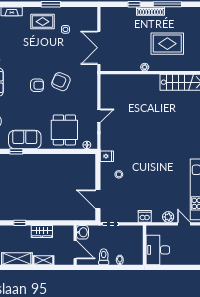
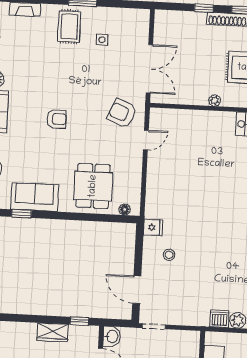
rug: (43, 22) -> (69, 27), turned 90
double door: (99, 48) -> (149, 69), swing flipped
armchair: (61, 82) -> (122, 113), moved
door: (99, 116) -> (146, 140), moved
dishwasher: (145, 216) -> (219, 319), moved
window: (20, 223) -> (79, 321), moved

